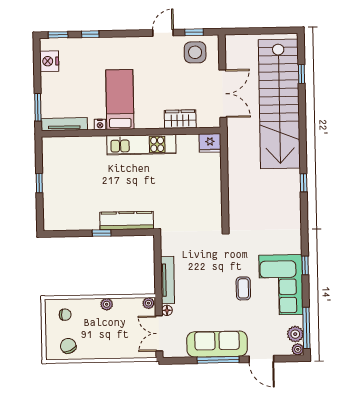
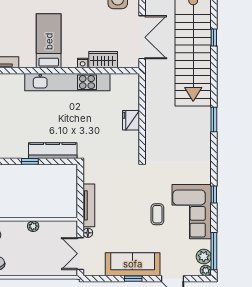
window: (301, 74) -> (214, 38), moved
nightstand: (100, 124) -> (83, 63), moved
fridge: (210, 143) -> (131, 120), moved, turned 90
kitchen unit: (141, 145) -> (67, 82), width x1.36
window: (304, 183) -> (214, 119), width x1.50
plant: (148, 303) -> (71, 226), removed
window: (218, 360) -> (133, 279), width x0.46

